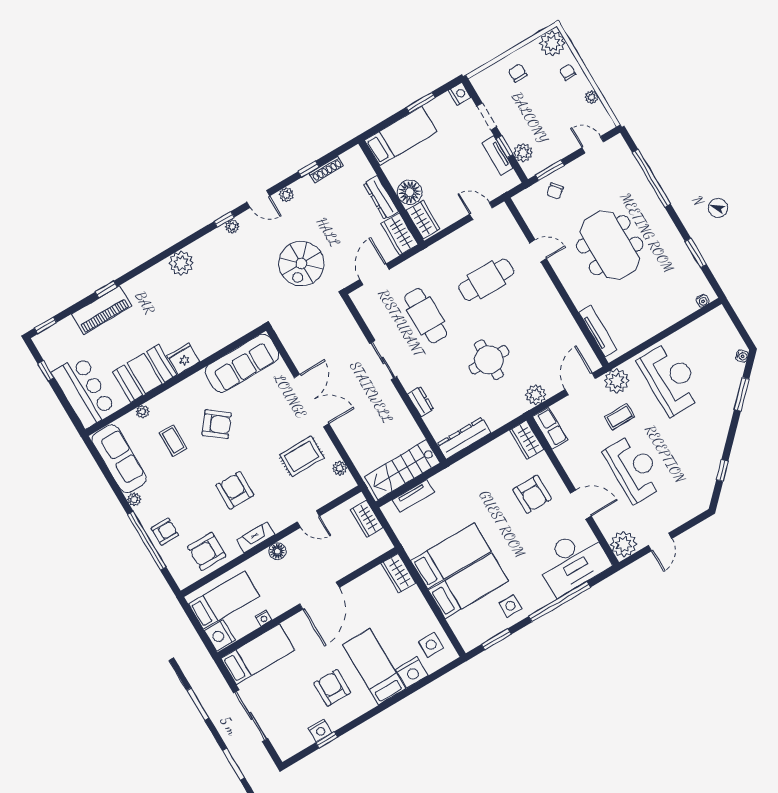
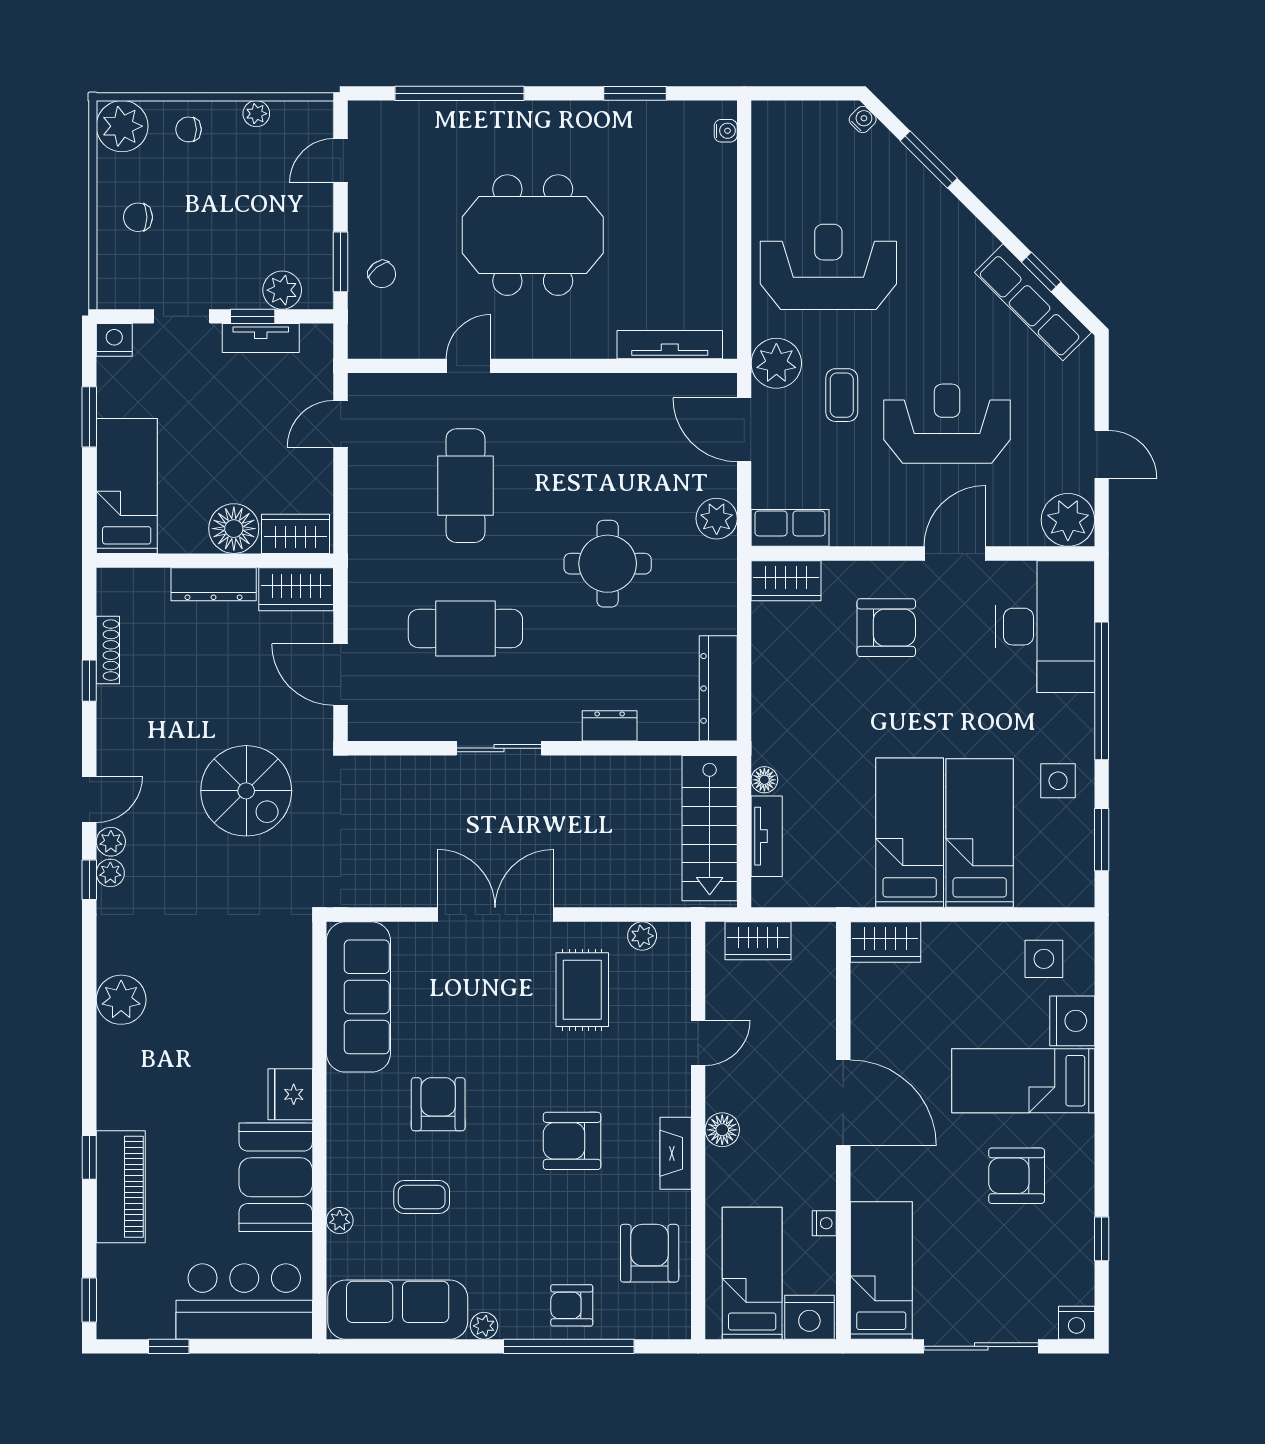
plant: (286, 195) -> (111, 842), moved
armchair: (217, 424) -> (438, 1104), turned -38
row of seats: (707, 475) -> (1033, 302), added
floor lamp: (437, 481) -> (764, 780), added
armchair: (165, 532) -> (572, 1305), turned -90
armchair: (207, 551) -> (650, 1253), turned 180
nightstand: (320, 730) -> (1077, 1323), moved, turned 90

